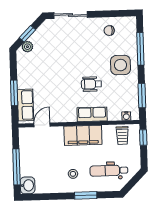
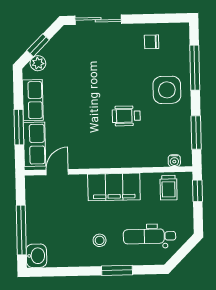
row of seats: (92, 114) -> (33, 100), moved, turned 90

